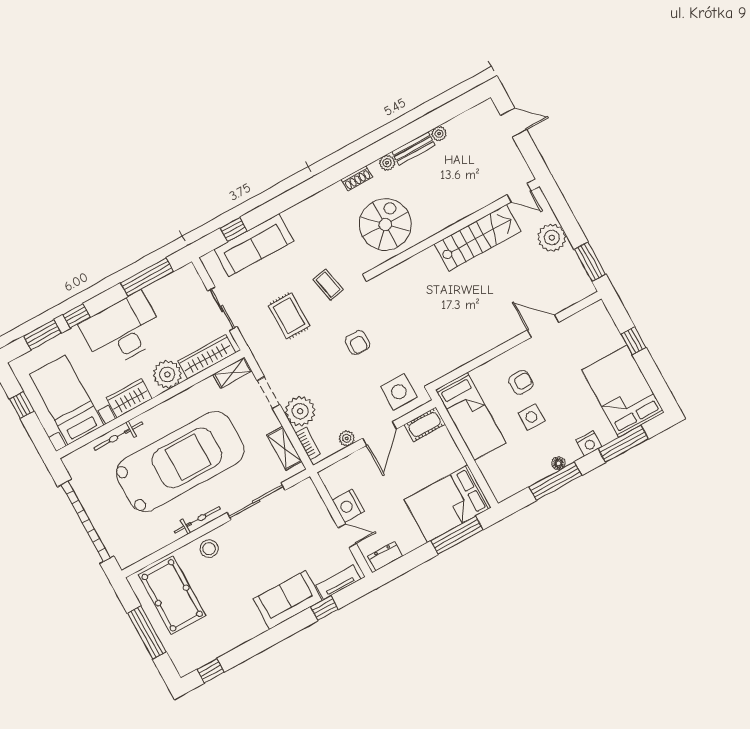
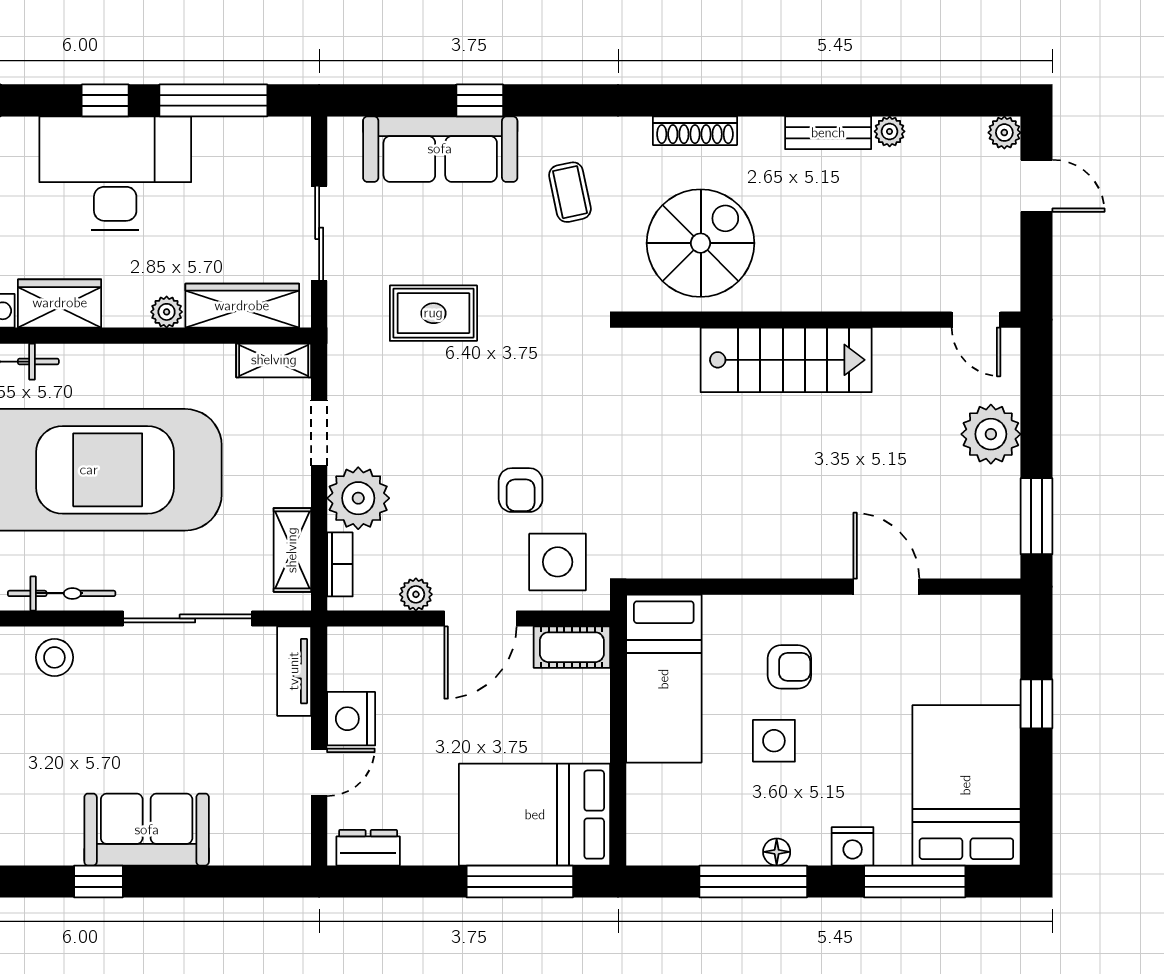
plant: (387, 163) -> (1004, 133), moved
shoe rack: (357, 178) -> (695, 131), width x1.43
window: (234, 229) -> (480, 100), moved
stairs: (478, 238) -> (786, 360), moved
coffee table: (328, 285) -> (570, 192), moved
window: (77, 316) -> (105, 100), moved
rug: (289, 316) -> (433, 313), turned 90
armchair: (357, 343) -> (521, 490), moved
plant: (167, 374) -> (167, 312), width x0.53, depth x0.53
door: (347, 536) -> (319, 772), hinge flipped
tv unit: (338, 582) -> (294, 671), moved, turned -90
window: (324, 608) -> (98, 881), moved

